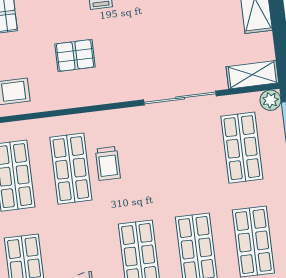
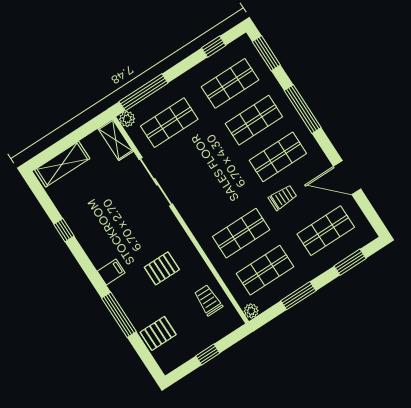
pallet: (75, 55) -> (162, 268), turned 90
trolley: (108, 163) -> (283, 197), moved

